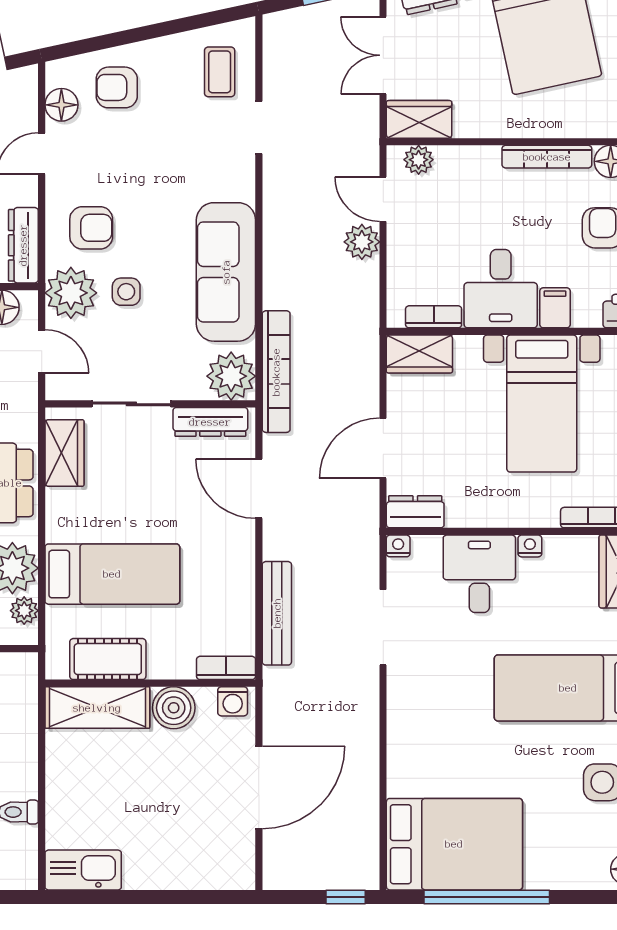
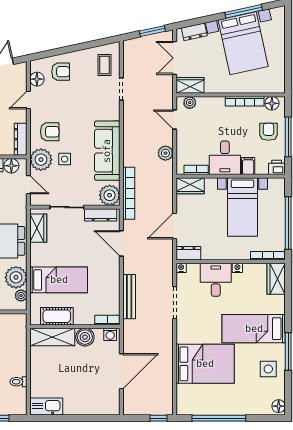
armchair: (117, 87) -> (61, 72), turned 180
plant: (362, 242) -> (165, 153), moved
bed: (454, 844) -> (205, 364), moved

